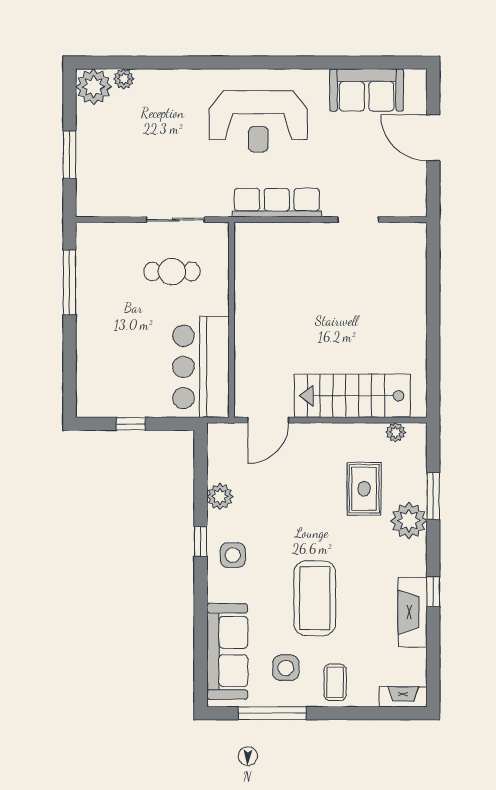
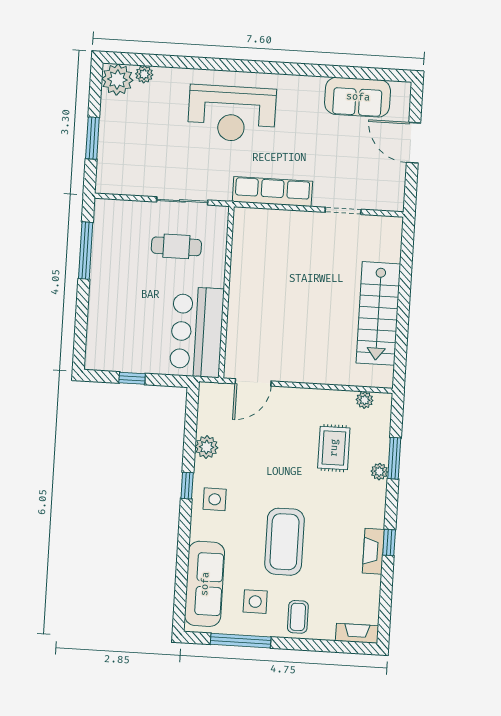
reception desk: (258, 121) -> (232, 114), moved
stairs: (352, 396) -> (378, 313), moved, turned -90
plant: (409, 521) -> (379, 472), width x0.53, depth x0.53
fireplace: (413, 612) -> (373, 551), width x0.73, depth x0.76

